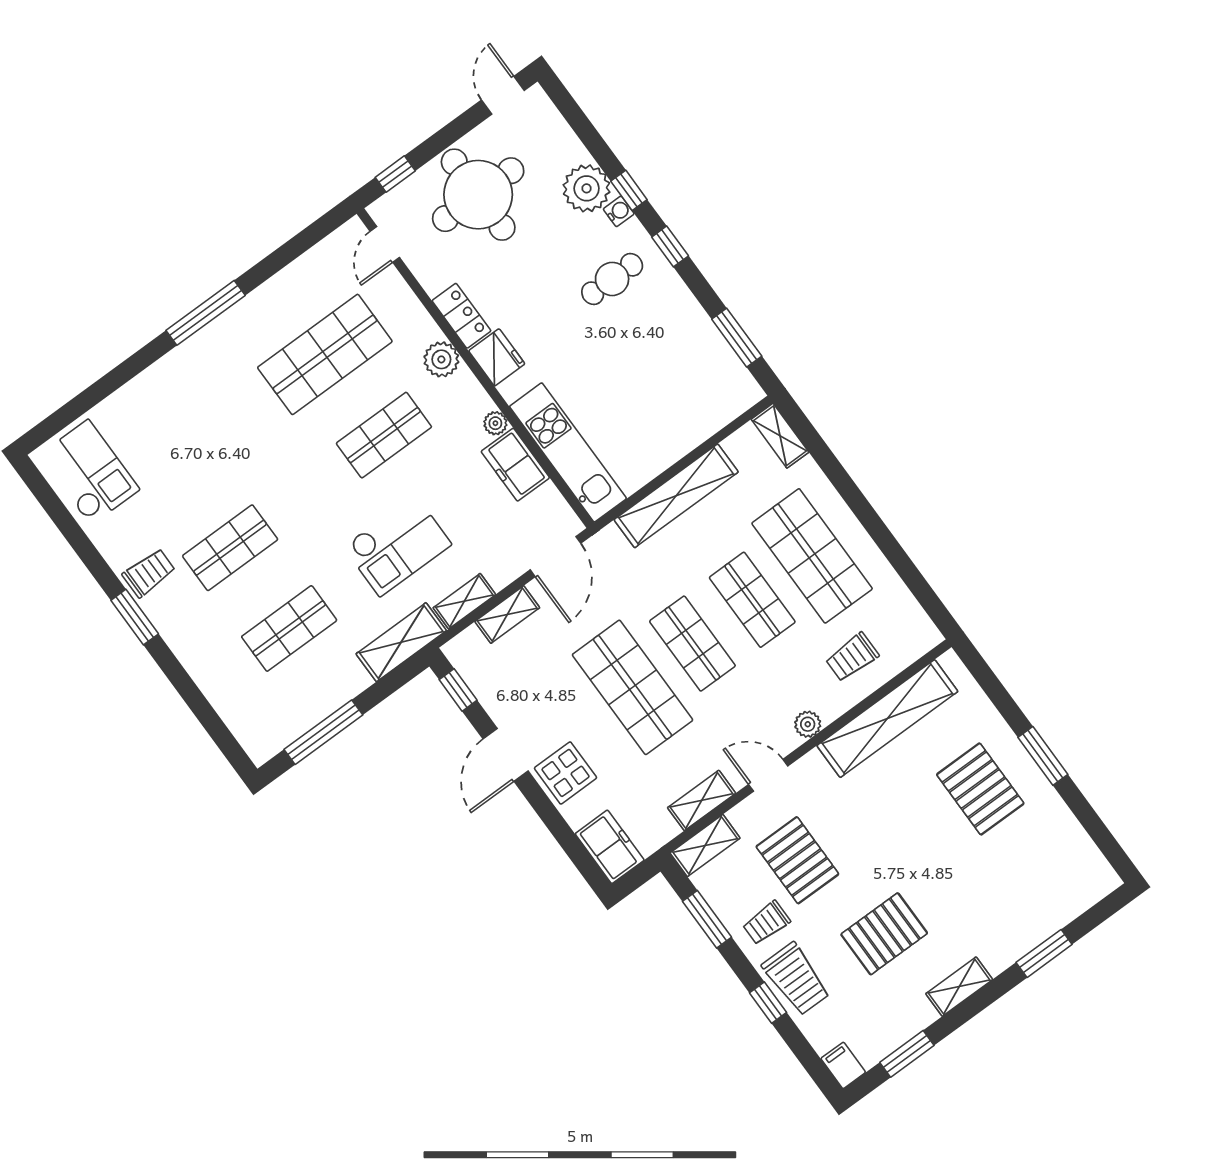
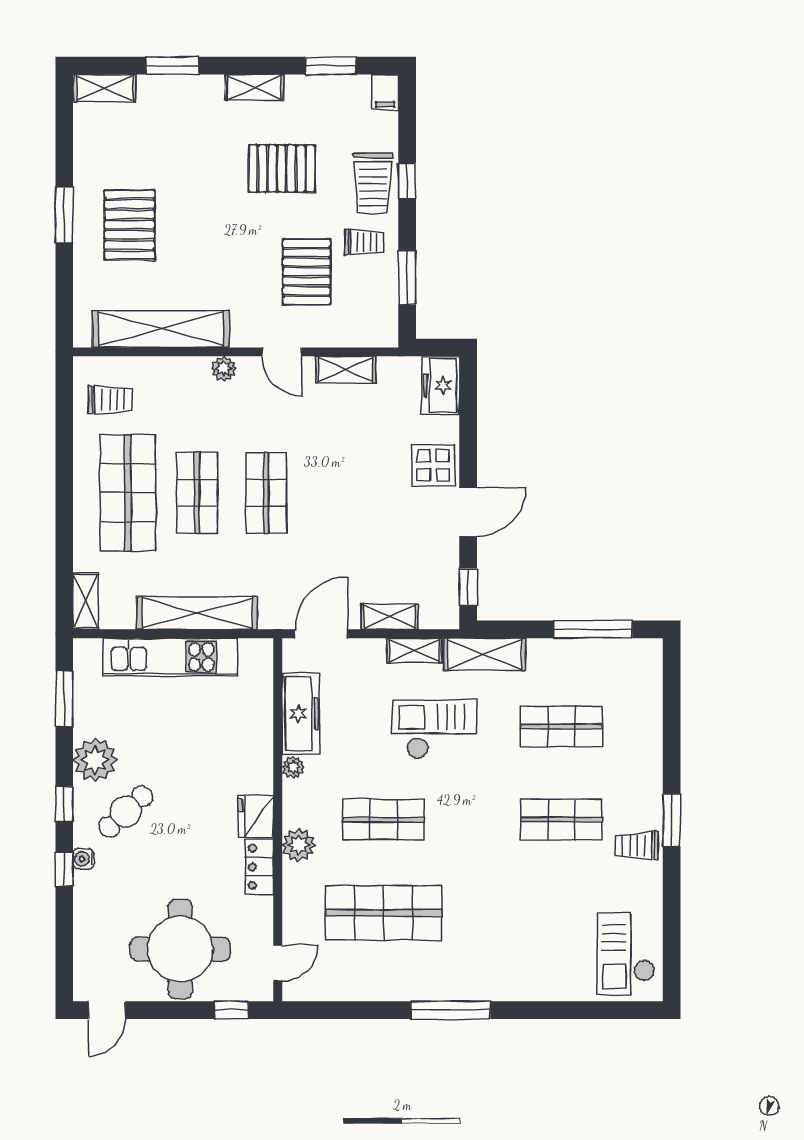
plant: (587, 188) -> (95, 760), moved
cafe table: (612, 279) -> (126, 812), turned -43
kitchen unit: (568, 452) -> (170, 657), moved, turned -90
freezer: (515, 465) -> (301, 714), width x1.40
trolley: (852, 657) -> (110, 400), moved
shop shelf: (633, 687) -> (335, 493), removed
shelving: (705, 845) -> (105, 88), moved
trolley: (796, 979) -> (373, 183), turned 180

